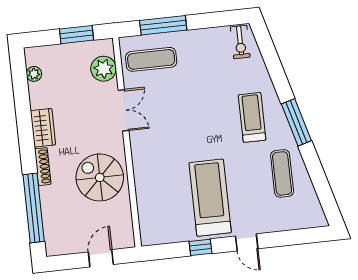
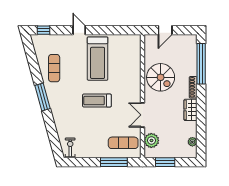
treadmill: (252, 117) -> (97, 101), moved, turned 90
window: (200, 247) -> (43, 30), moved

